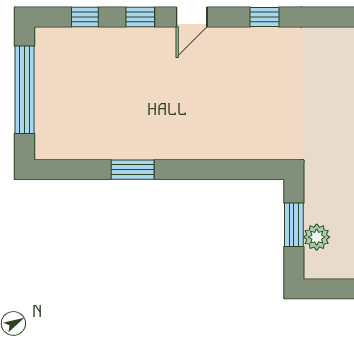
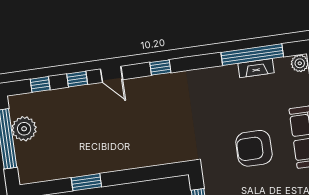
door: (192, 17) -> (112, 74), hinge flipped
plant: (52, 79) -> (24, 129), added

